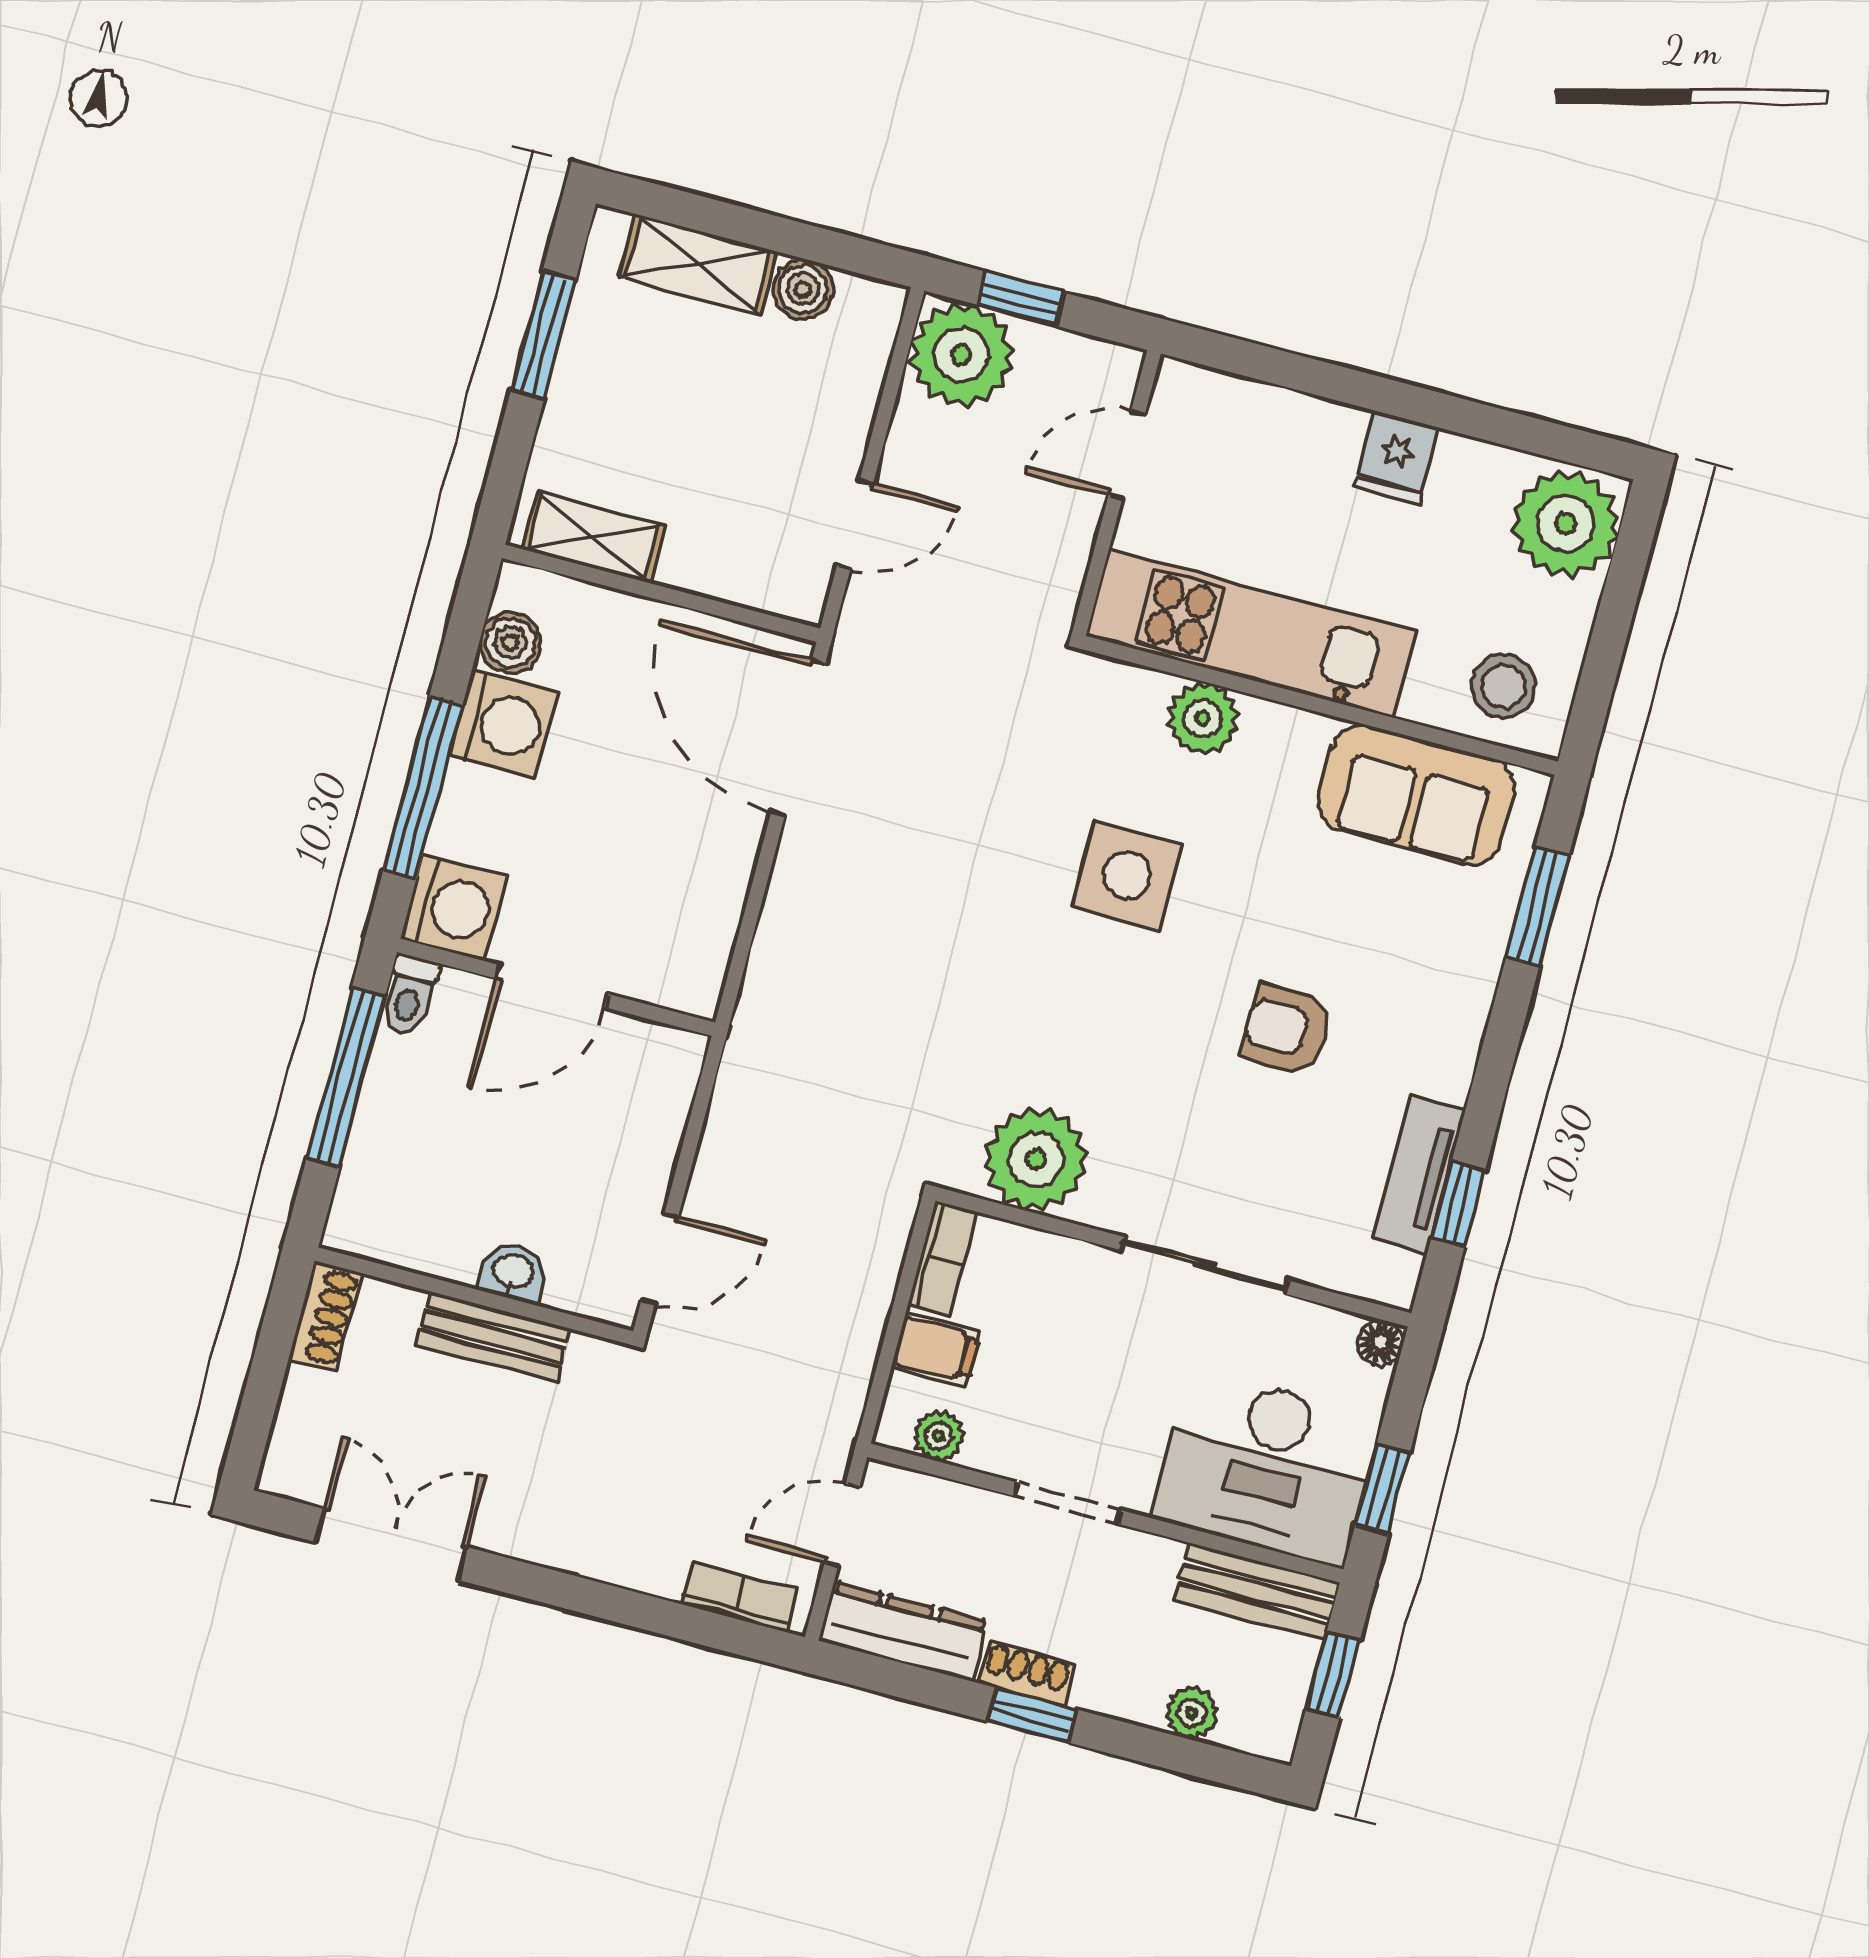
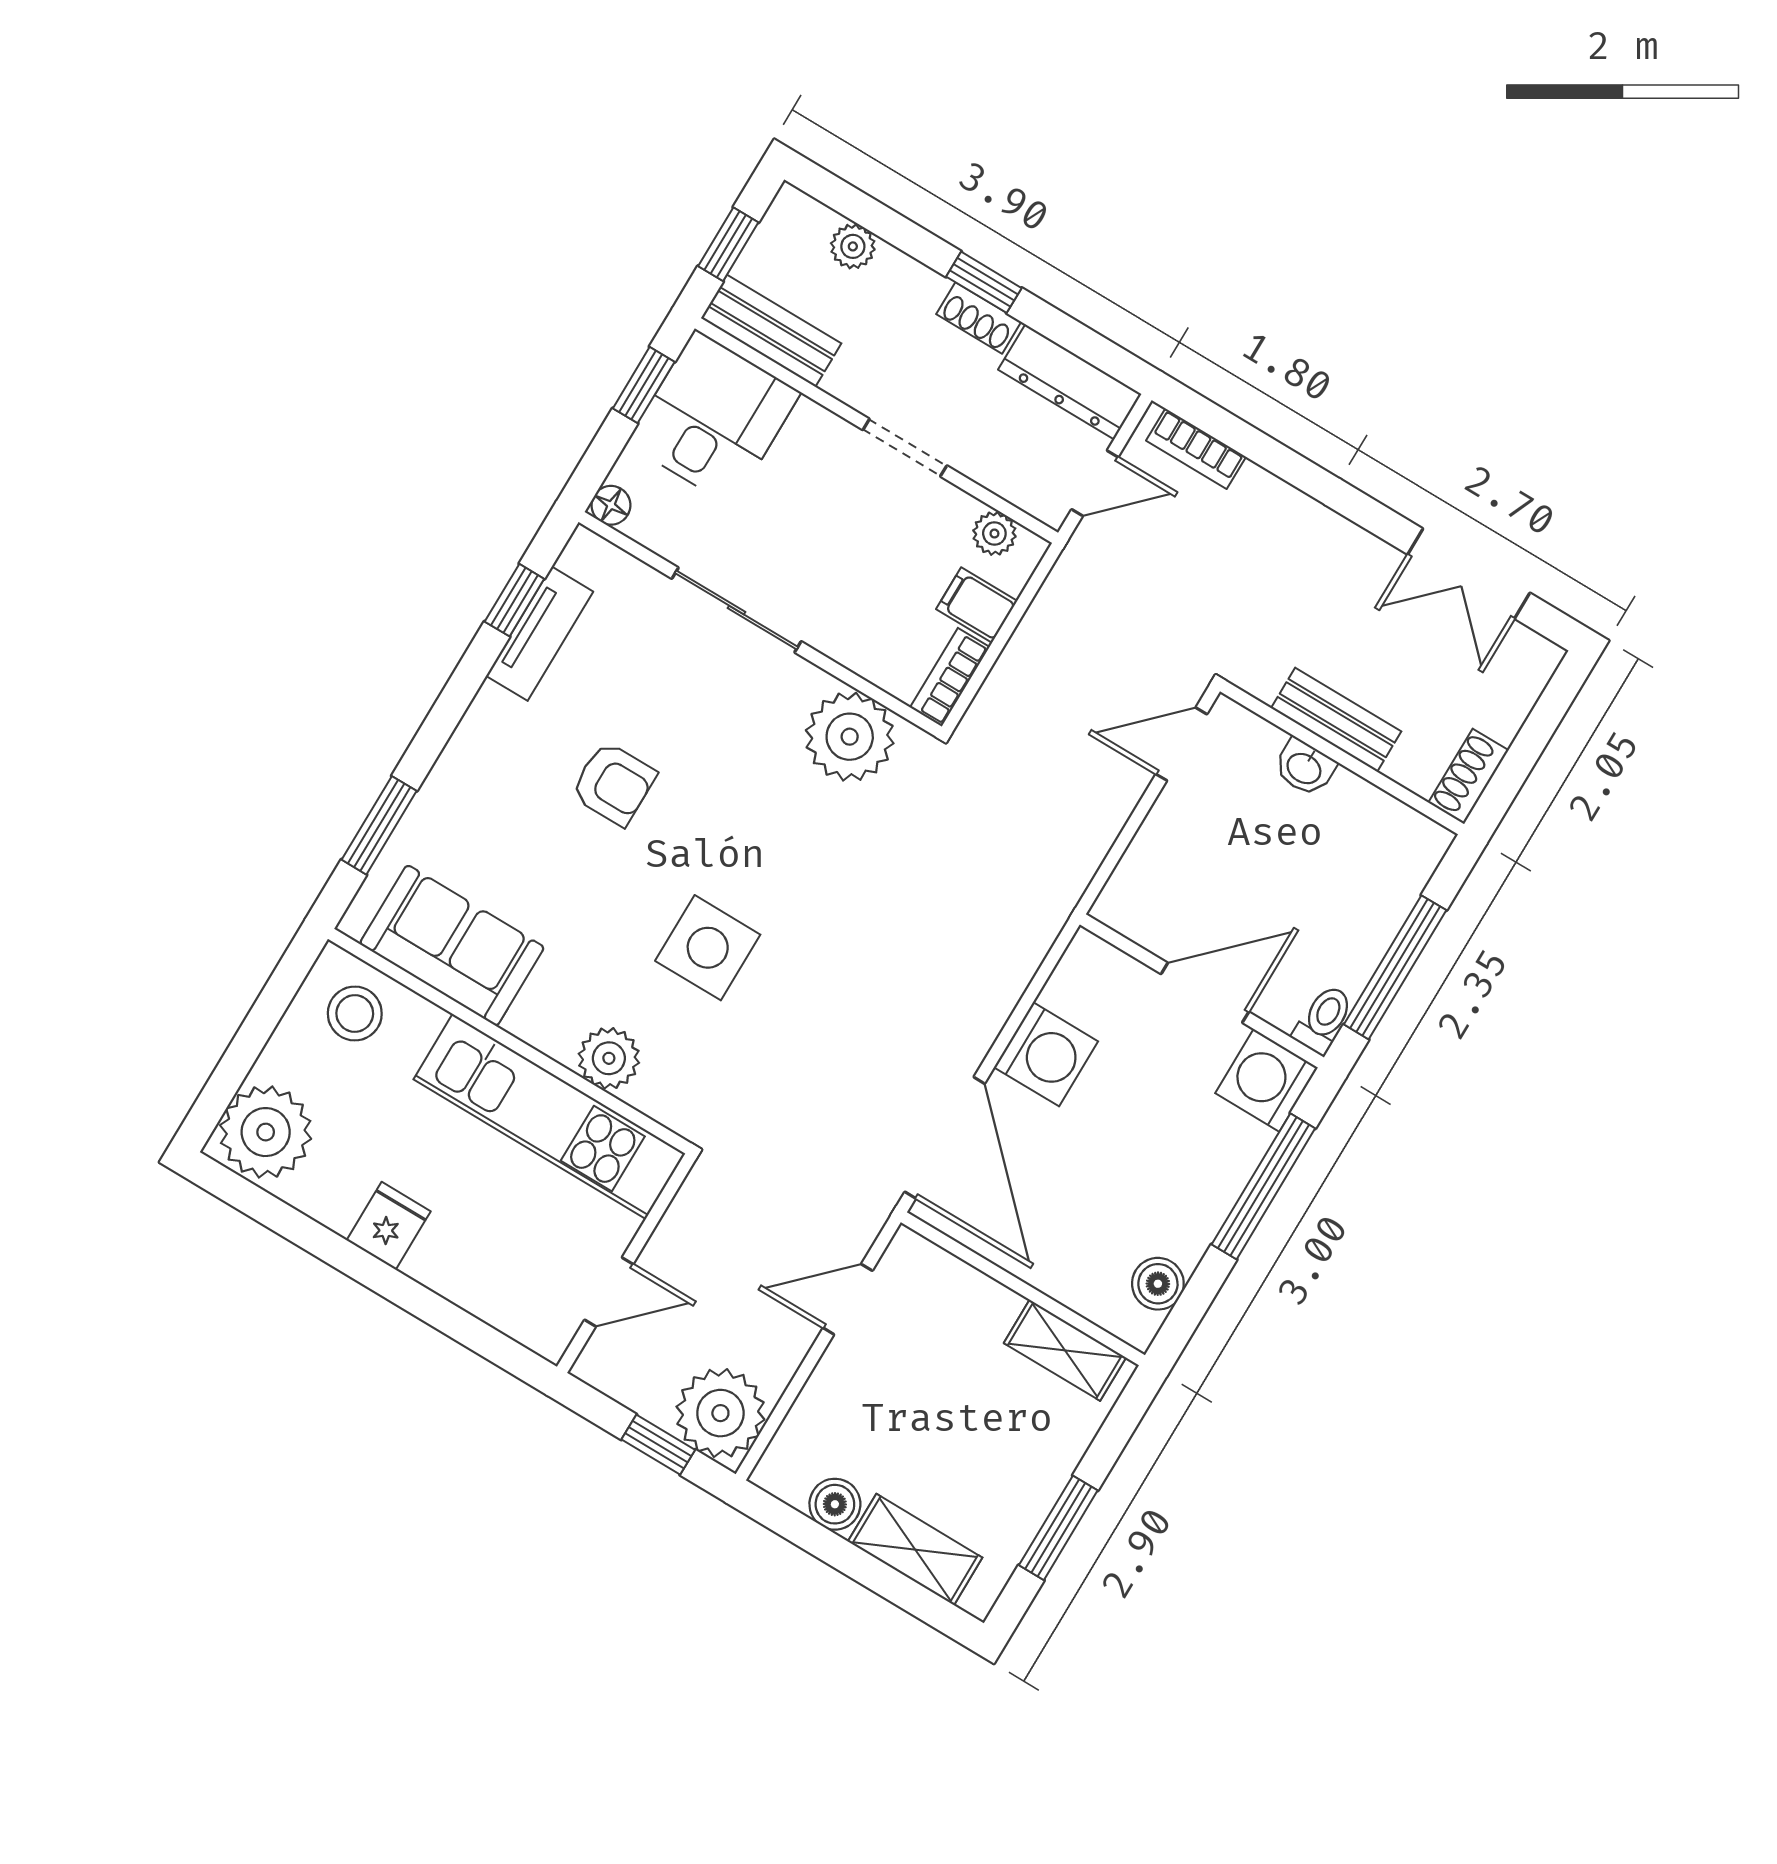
washing machine: (503, 724) -> (1046, 1054), moved, turned 180
desk: (1267, 1467) -> (714, 418), width x0.73

